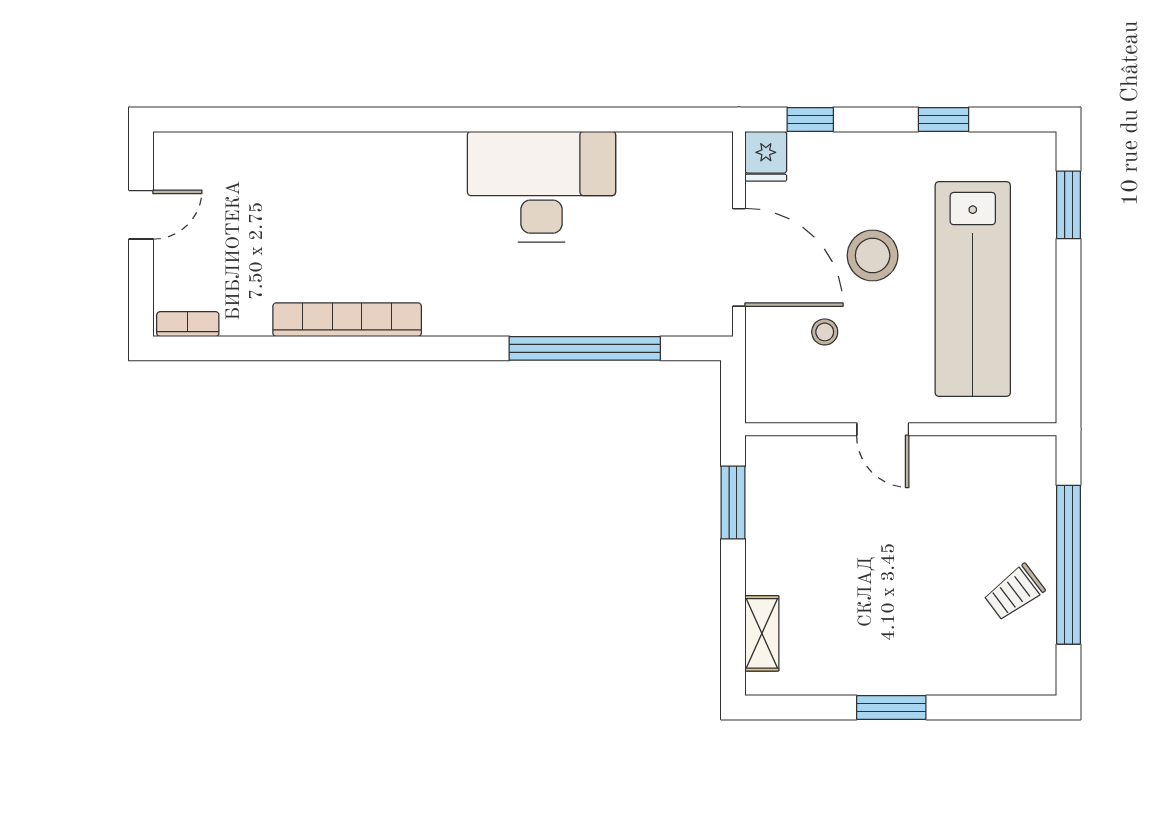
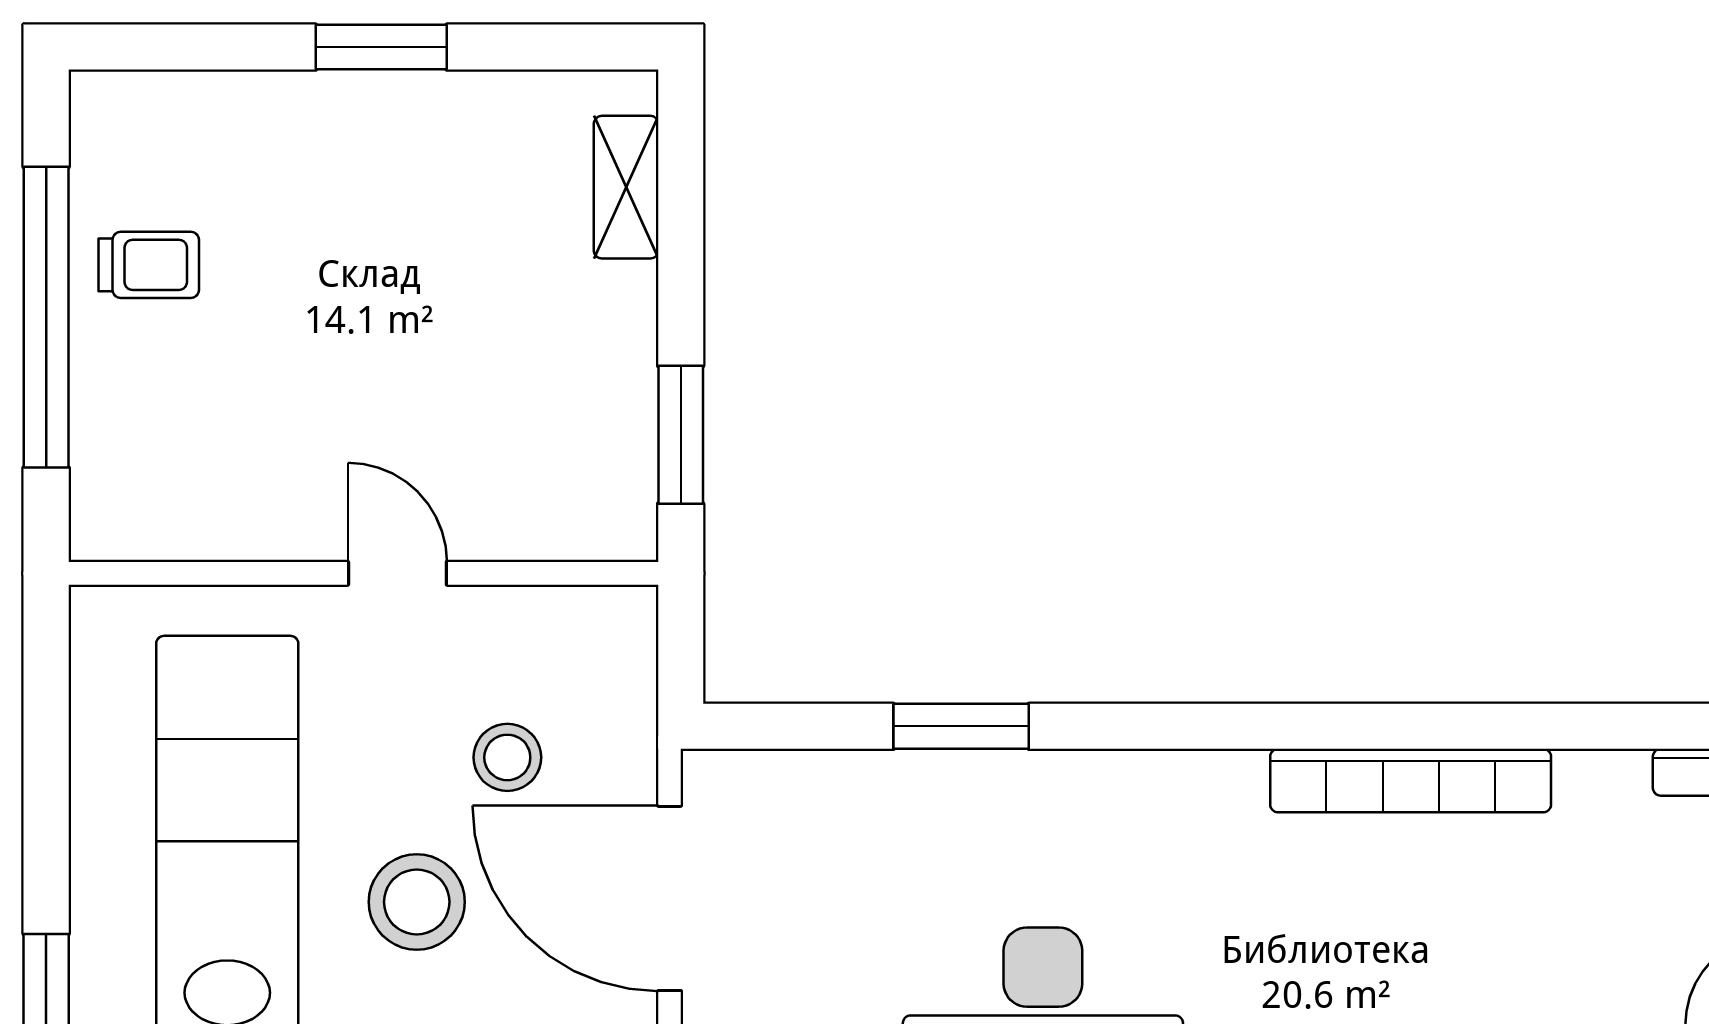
stool: (825, 332) -> (507, 757), width x1.37, depth x1.37
window: (585, 348) -> (961, 726), width x0.47
trolley: (1014, 592) -> (149, 265), turned 37

